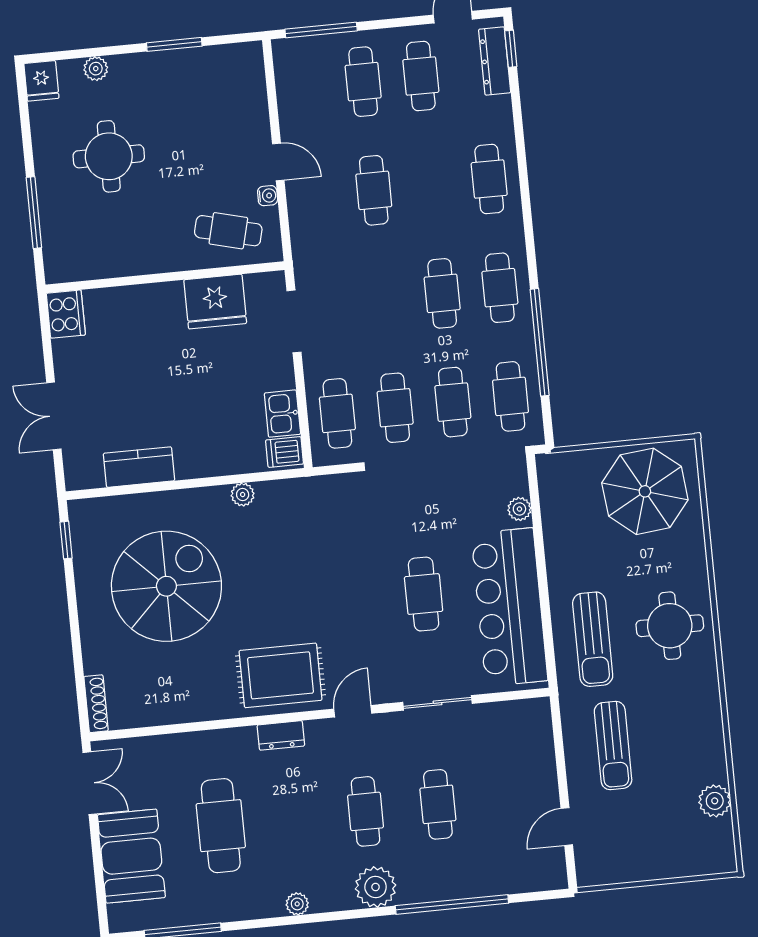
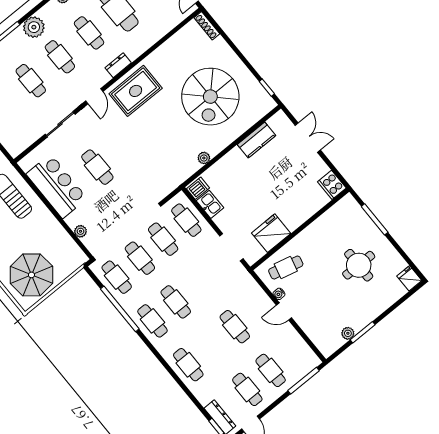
plant: (96, 69) -> (348, 333), moved
bar counter: (509, 607) -> (57, 186), width x0.73
cafe table: (293, 819) -> (89, 33), added

